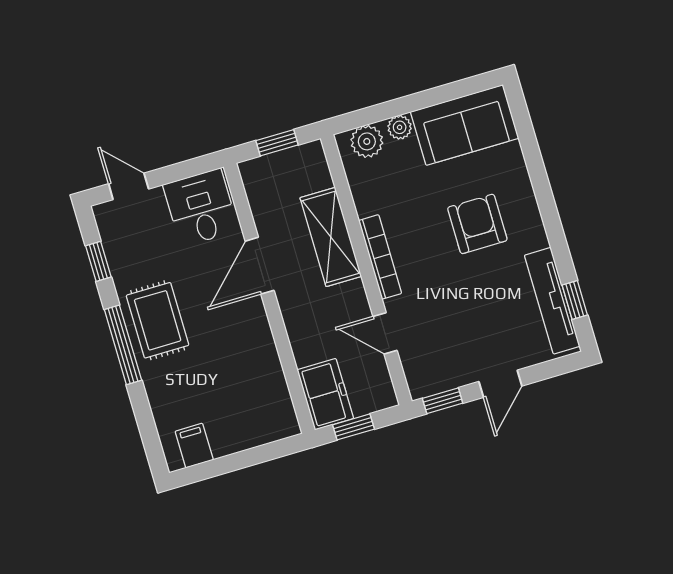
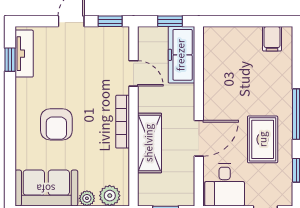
tv unit: (552, 301) -> (24, 54), width x0.71
rug: (158, 320) -> (263, 139), moved
freezer: (325, 394) -> (181, 55), width x1.40

